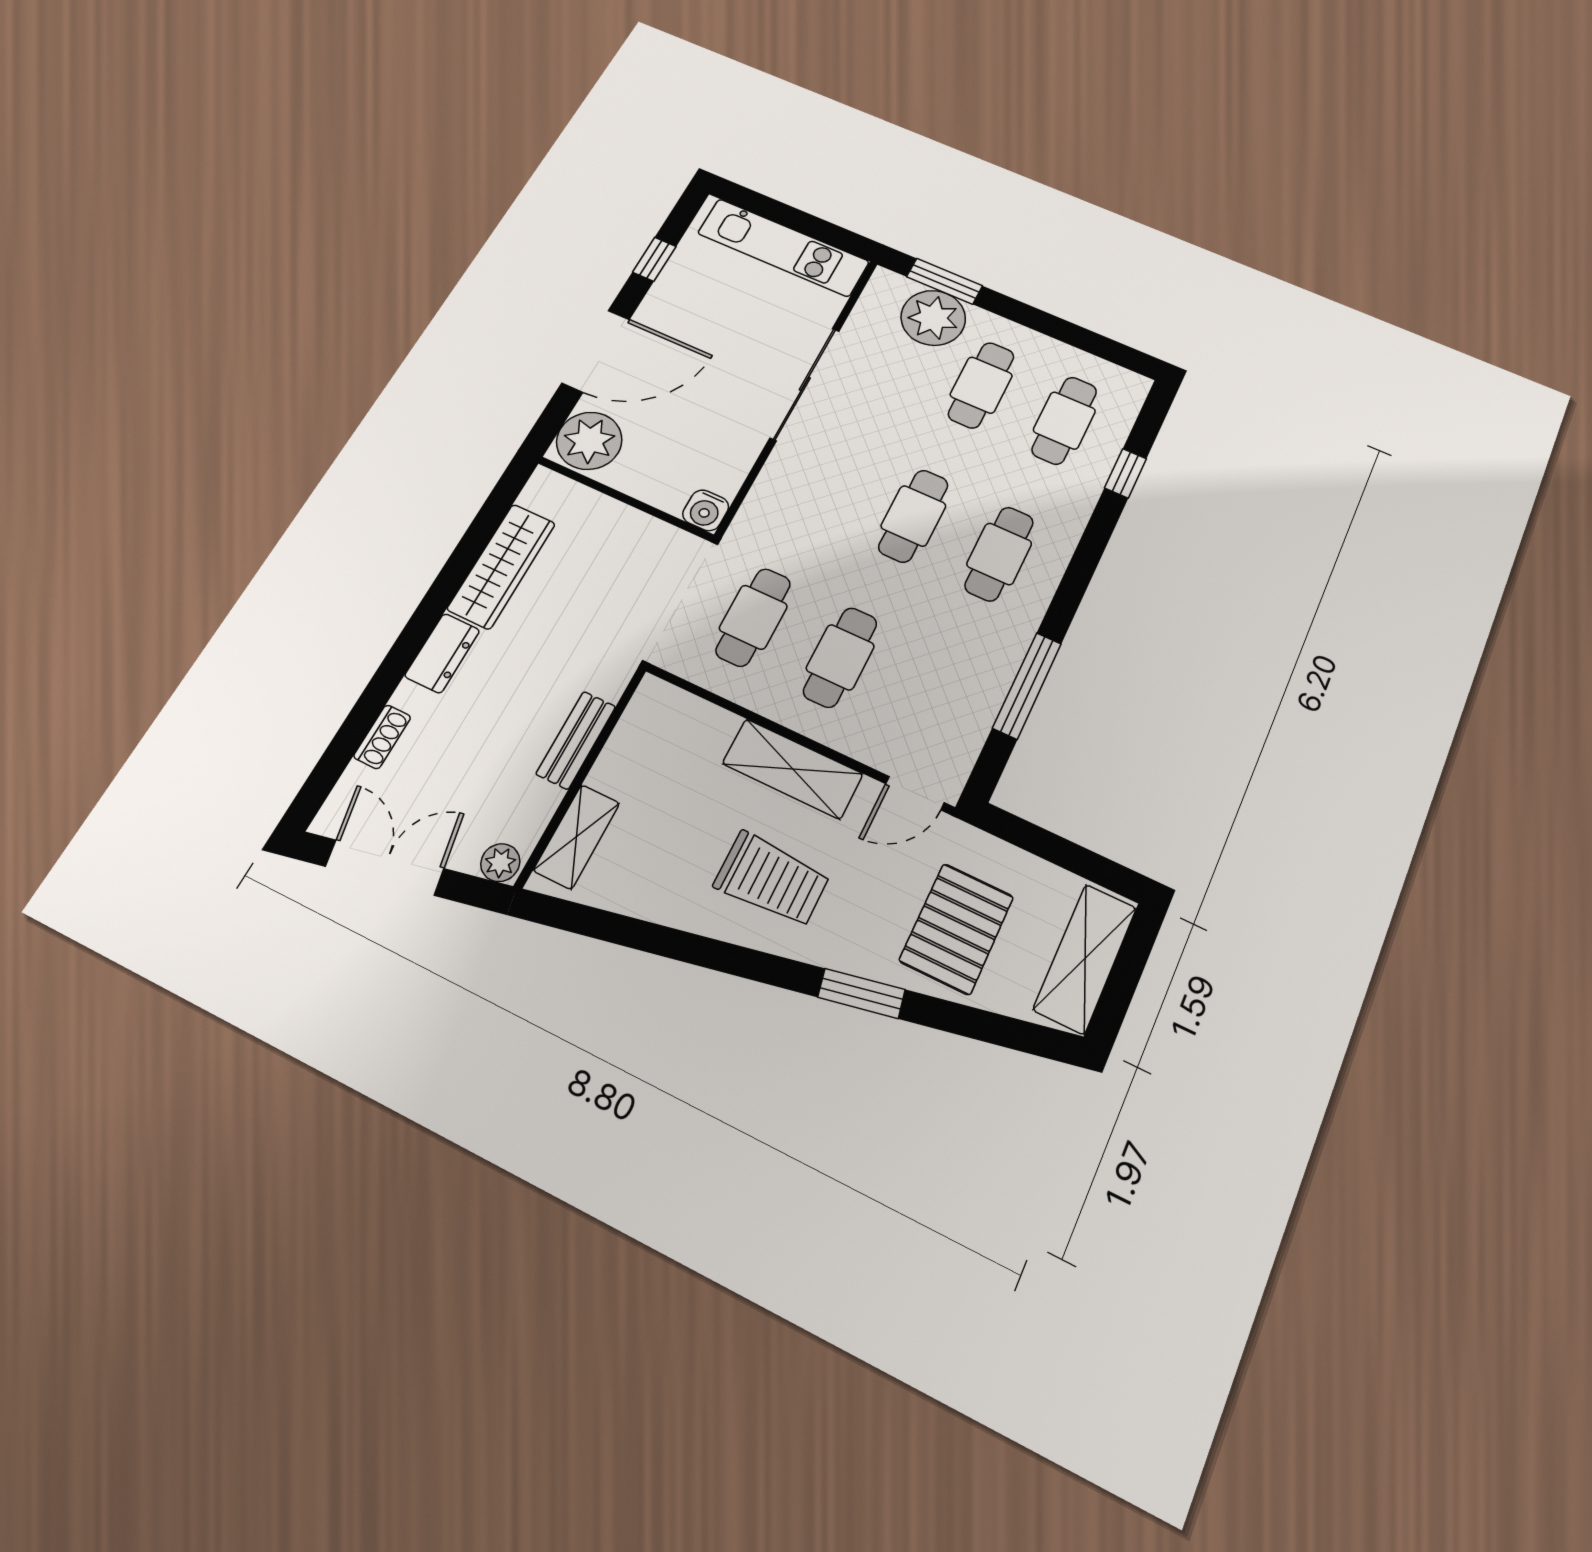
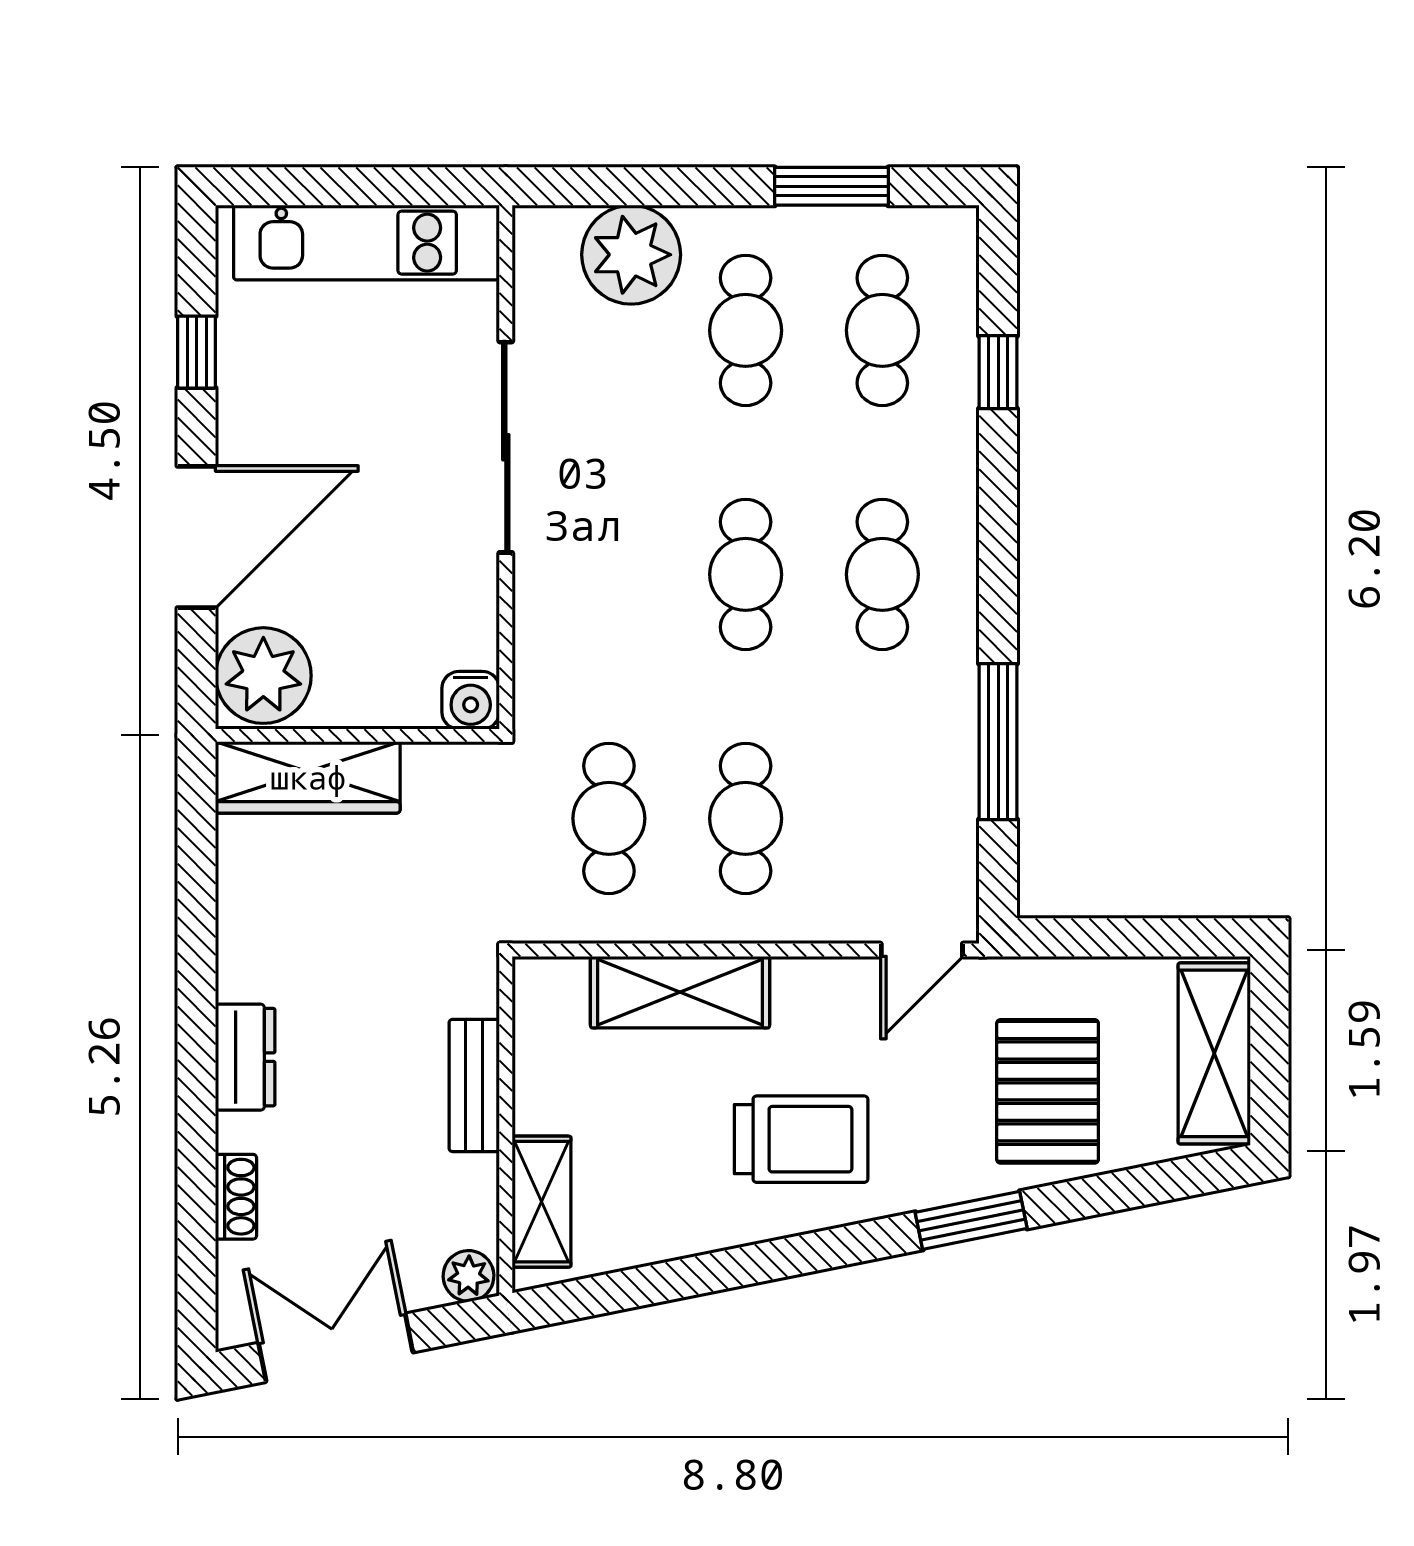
window: (945, 281) -> (831, 186), moved
wardrobe: (502, 566) -> (308, 777), moved, turned 90
shelving: (793, 769) -> (680, 992), moved

